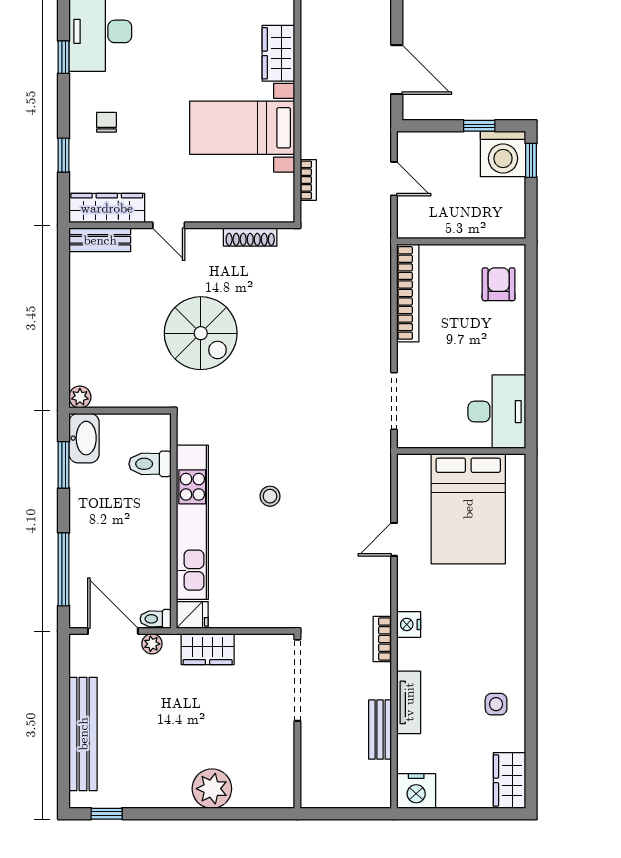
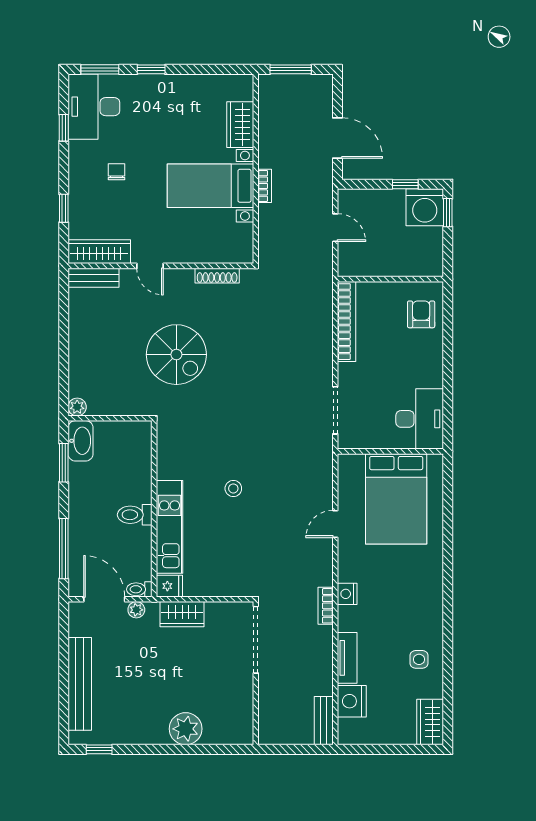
chair: (106, 122) -> (116, 172), moved
bookcase: (308, 180) -> (265, 186), moved
toilet: (150, 464) -> (135, 515), moved
kitchen unit: (192, 522) -> (170, 527), width x0.73
bench: (380, 730) -> (324, 721), moved
nightstand: (416, 791) -> (352, 701), moved, turned 90

